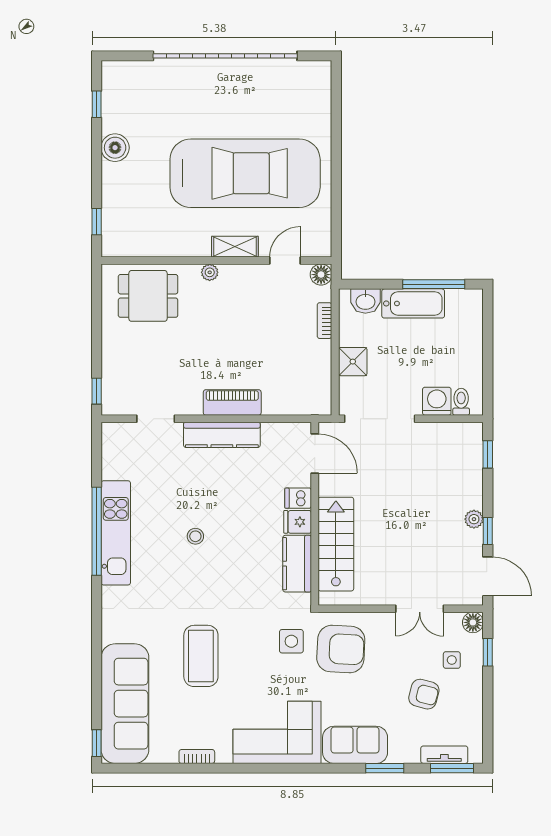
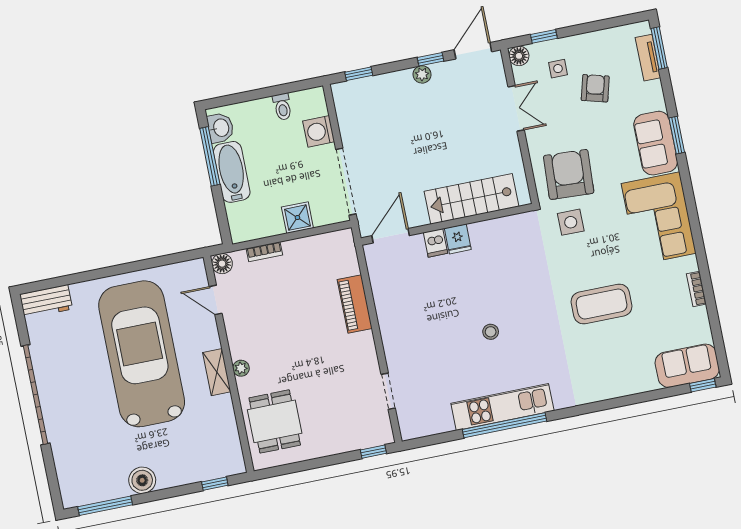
garage door: (225, 56) -> (35, 395), width x0.73
workbench: (318, 86) -> (46, 302), added
window: (97, 104) -> (105, 506), width x2.17
shelving: (235, 247) -> (217, 372), moved
washbasin: (365, 301) -> (220, 128), moved
piano: (232, 402) -> (355, 304), moved
toilet: (461, 402) -> (282, 107), moved, turned -90
kitchen counter: (222, 435) -> (391, 326), removed
kitchen counter: (297, 564) -> (497, 231), removed
sofa: (125, 704) -> (687, 366), width x0.54, depth x0.79
window: (385, 768) -> (677, 135), moved

